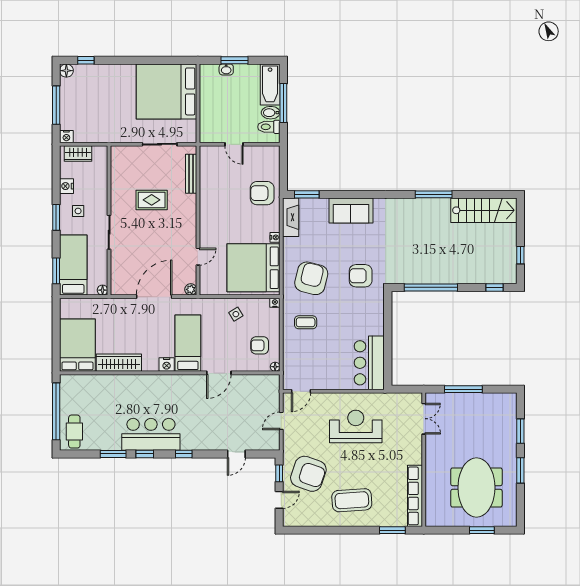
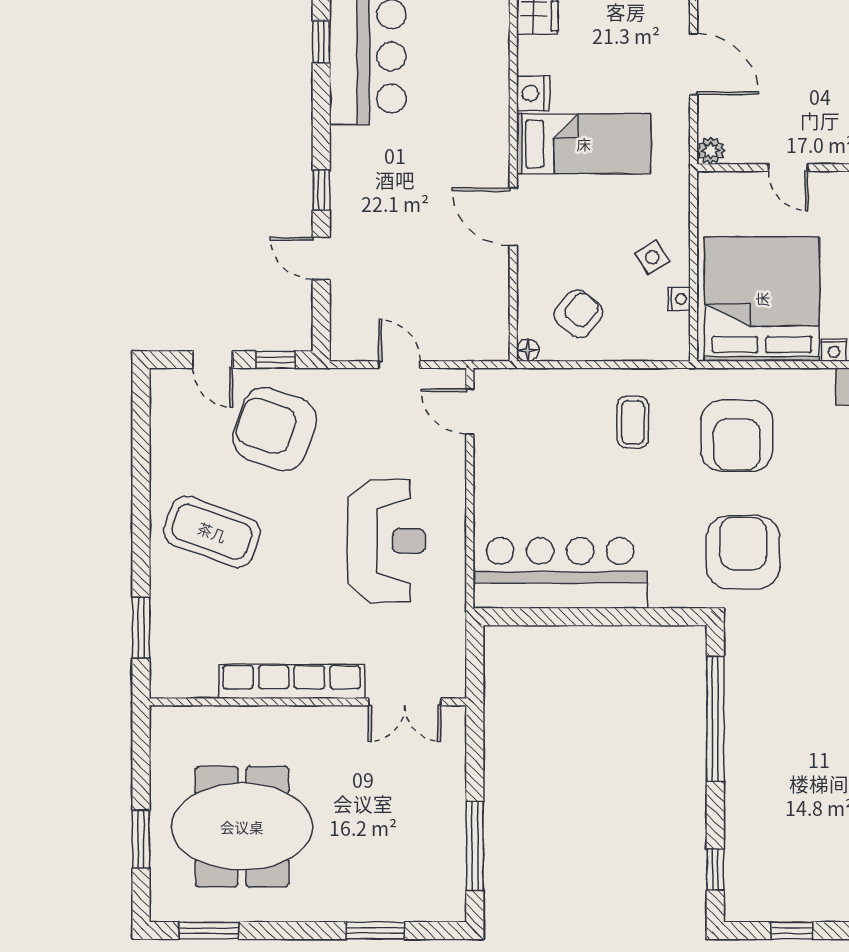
armchair: (361, 276) -> (743, 552), width x1.36, depth x1.36
armchair: (311, 278) -> (737, 436), turned 76
door: (154, 297) -> (694, 64), width x0.73
nightstand: (275, 303) -> (679, 299), moved
armchair: (260, 345) -> (578, 314), turned 39
bar counter: (369, 363) -> (560, 573), width x1.36
window: (463, 389) -> (475, 846), moved
window: (184, 454) -> (321, 190), moved
window: (520, 470) -> (209, 931), moved
armchair: (308, 474) -> (274, 429), turned 90
row of seats: (415, 496) -> (291, 681), moved
coffee table: (352, 500) -> (212, 532), turned -66

